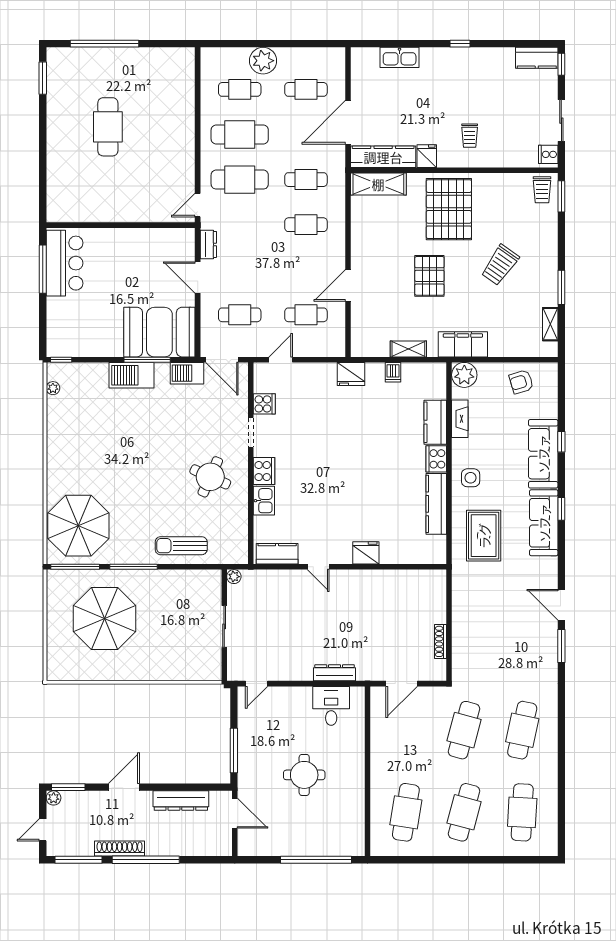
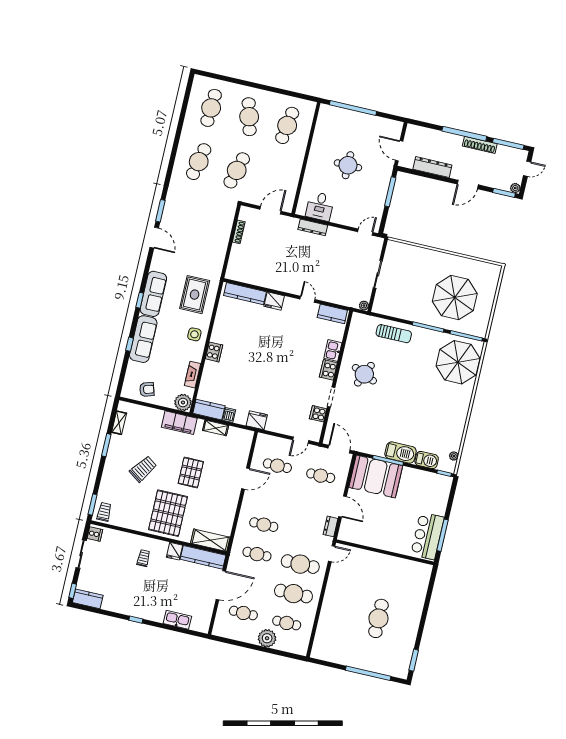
barbecue: (187, 373) -> (427, 460), moved
kitchen counter: (435, 422) -> (209, 410), moved, turned -90
kitchen counter: (436, 504) -> (245, 294), moved, turned 90
cafe table: (464, 812) -> (249, 117), turned -30

